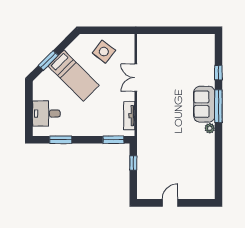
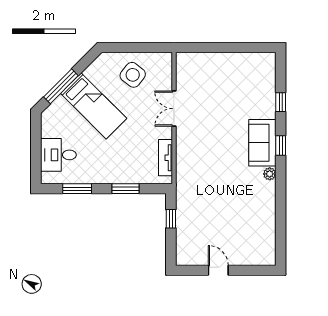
window: (48, 60) -> (61, 86), width x1.44
window: (218, 106) -> (281, 145), width x0.46
window: (113, 140) -> (126, 189), moved
door: (170, 203) -> (218, 270), hinge flipped

